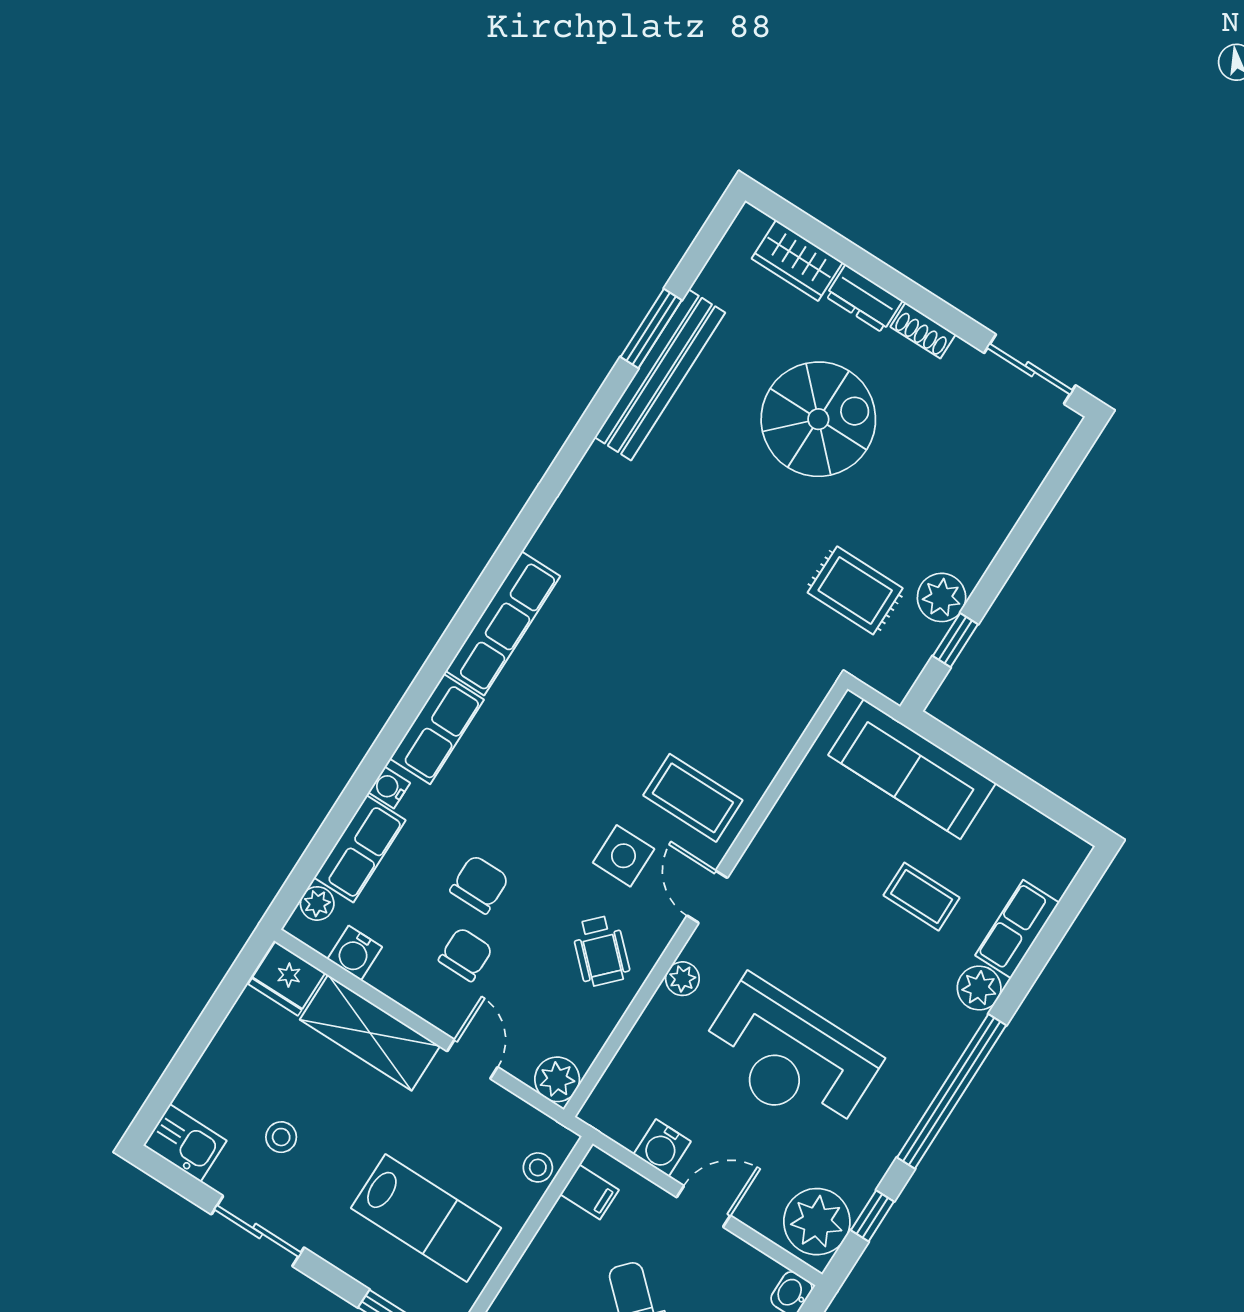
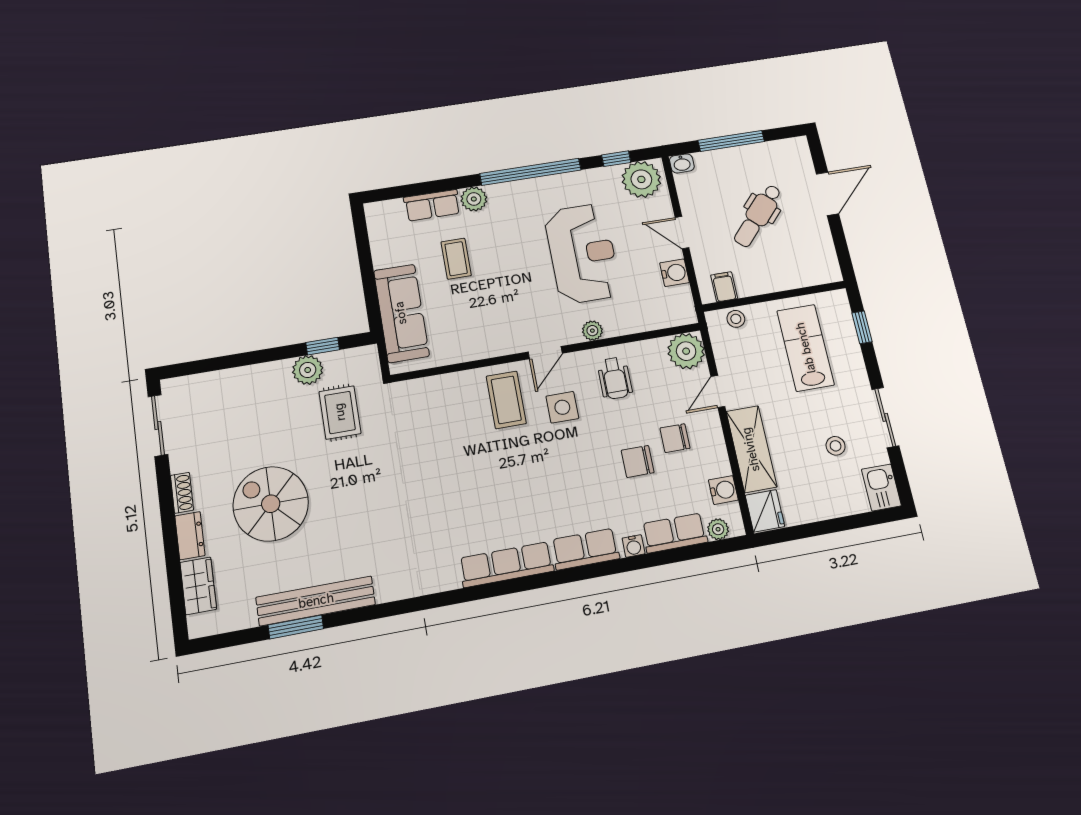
wheelchair: (601, 951) -> (615, 378), turned 136
plant: (557, 1079) -> (686, 351), width x1.36, depth x1.36

